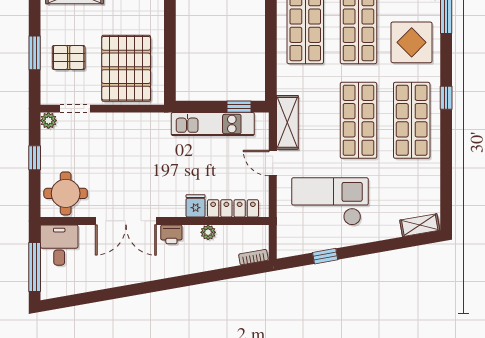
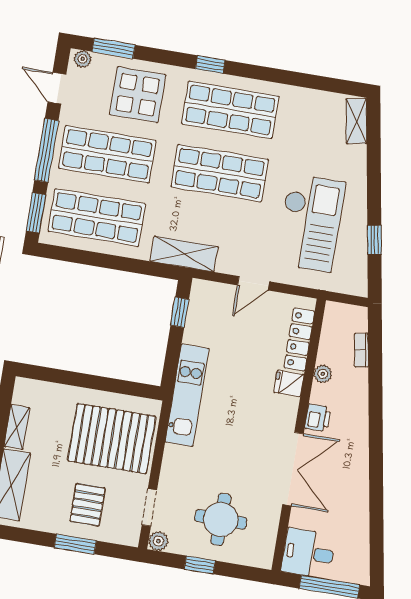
shelving: (287, 122) -> (184, 254), moved
kitchen unit: (213, 124) -> (187, 395), moved
round table: (66, 193) -> (221, 519), moved
checkout: (330, 201) -> (310, 223), turned 180
bookcase: (253, 257) -> (361, 350), moved

